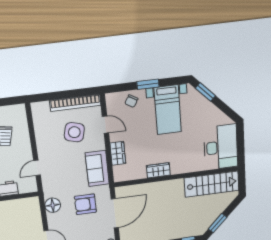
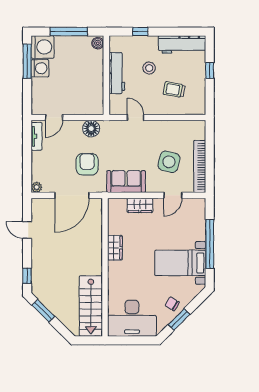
window: (148, 84) -> (210, 244), width x2.11
window: (205, 92) -> (179, 319), moved
chair: (131, 101) -> (172, 304), moved
door: (115, 213) -> (72, 195), hinge flipped

